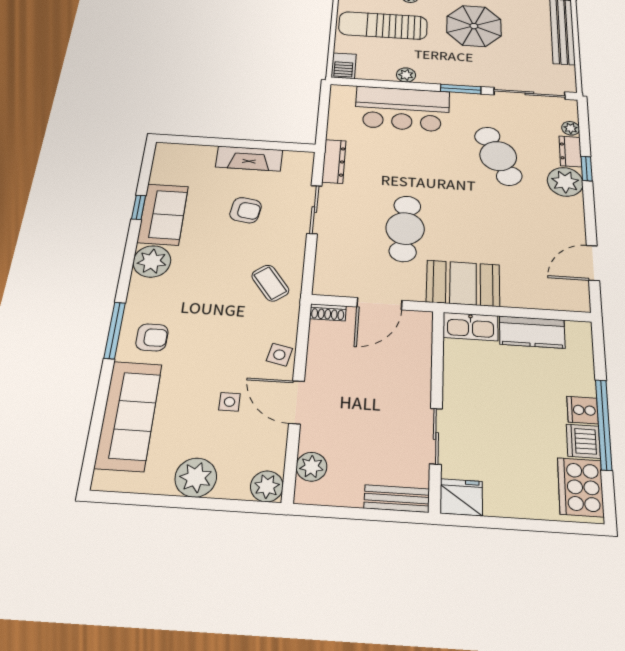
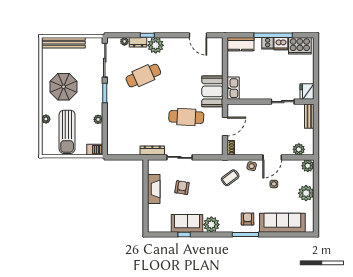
bar counter: (402, 109) -> (119, 120), removed
coffee table: (270, 283) -> (230, 178), moved
door: (379, 304) -> (225, 126), hinge flipped
kitchen counter: (532, 332) -> (241, 44), moved, turned 90

